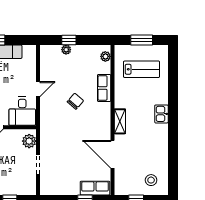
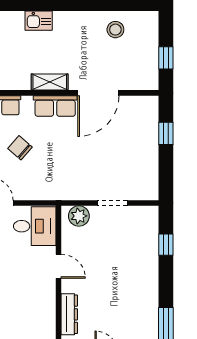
stool: (151, 180) -> (115, 30), moved
row of seats: (95, 188) -> (55, 106), moved, turned -90

